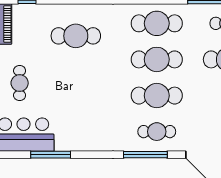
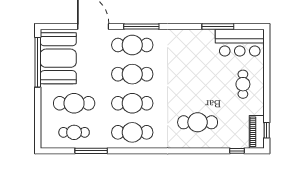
cafe table: (157, 132) -> (132, 45), width x1.37, depth x1.35

